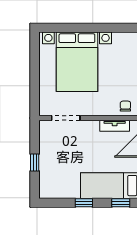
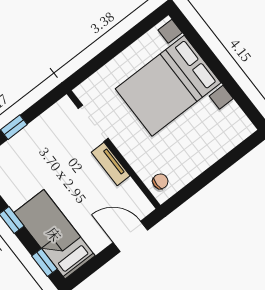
tv unit: (115, 126) -> (111, 164), moved

